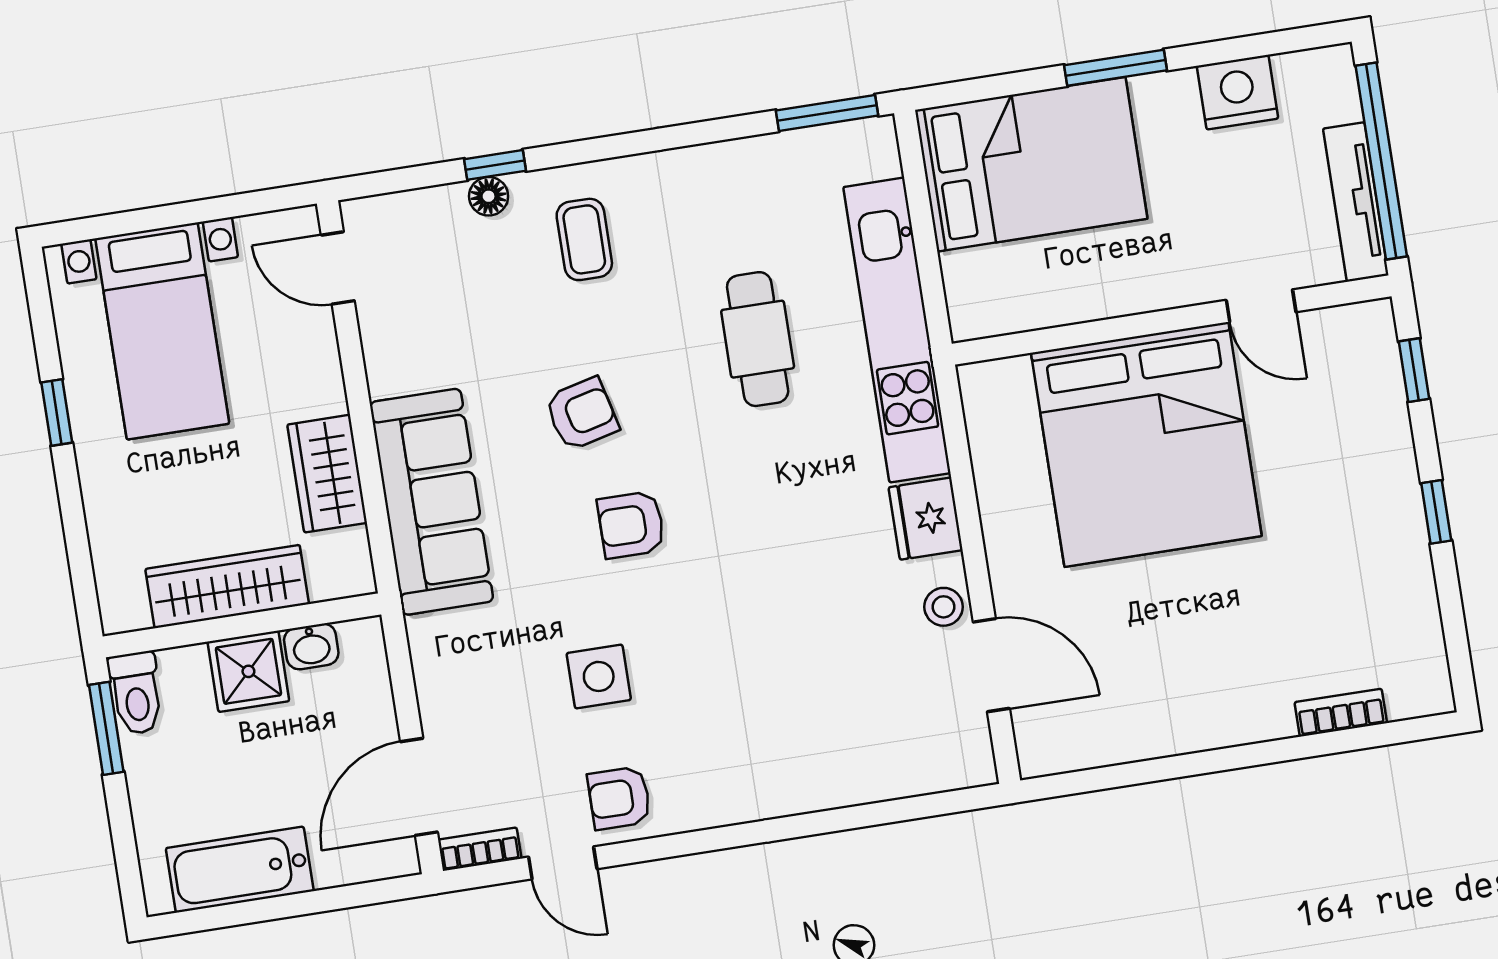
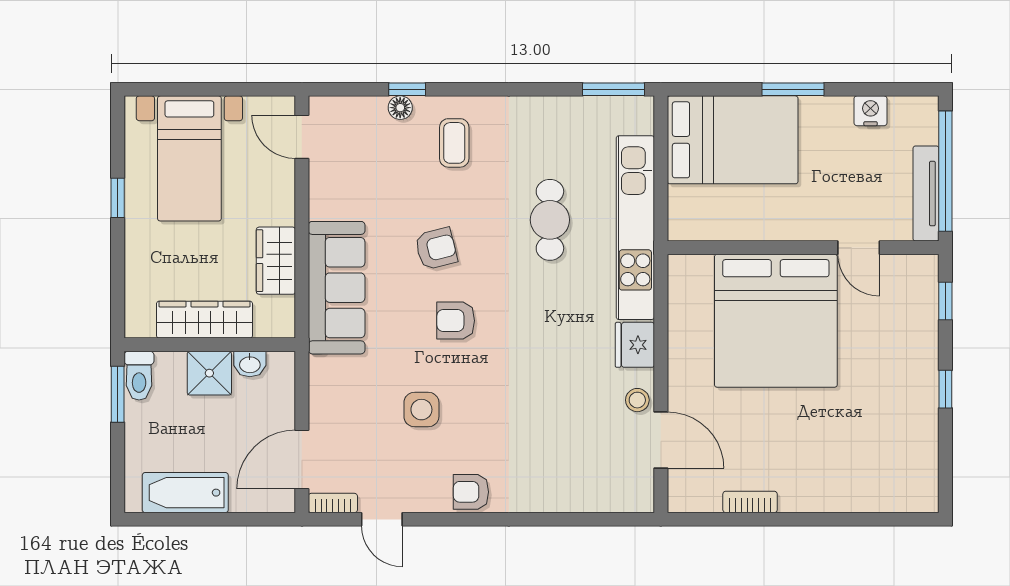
nightstand: (1237, 92) -> (871, 111), width x0.74, depth x0.75
bookcase: (1341, 713) -> (750, 502), moved
armchair: (619, 798) -> (471, 492), moved

